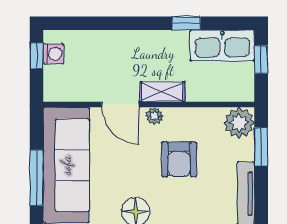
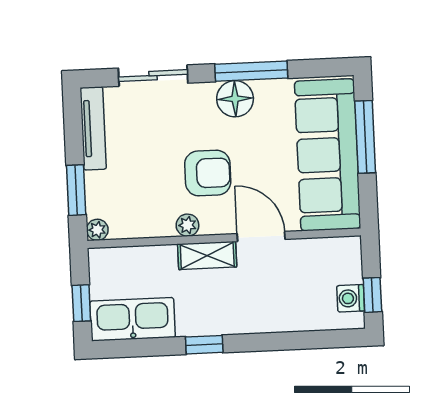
window: (186, 23) -> (204, 345), moved
plant: (154, 116) -> (187, 225), moved
plant: (239, 123) -> (97, 230), width x0.53, depth x0.53
armchair: (179, 159) -> (208, 173), moved, turned 90

